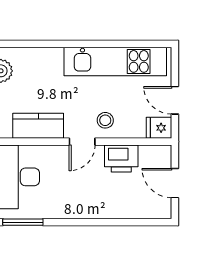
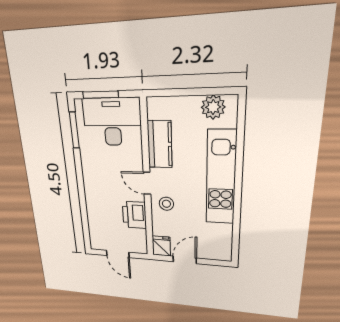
kitchen unit: (115, 61) -> (221, 178), moved
door: (175, 183) -> (118, 254), swing flipped

